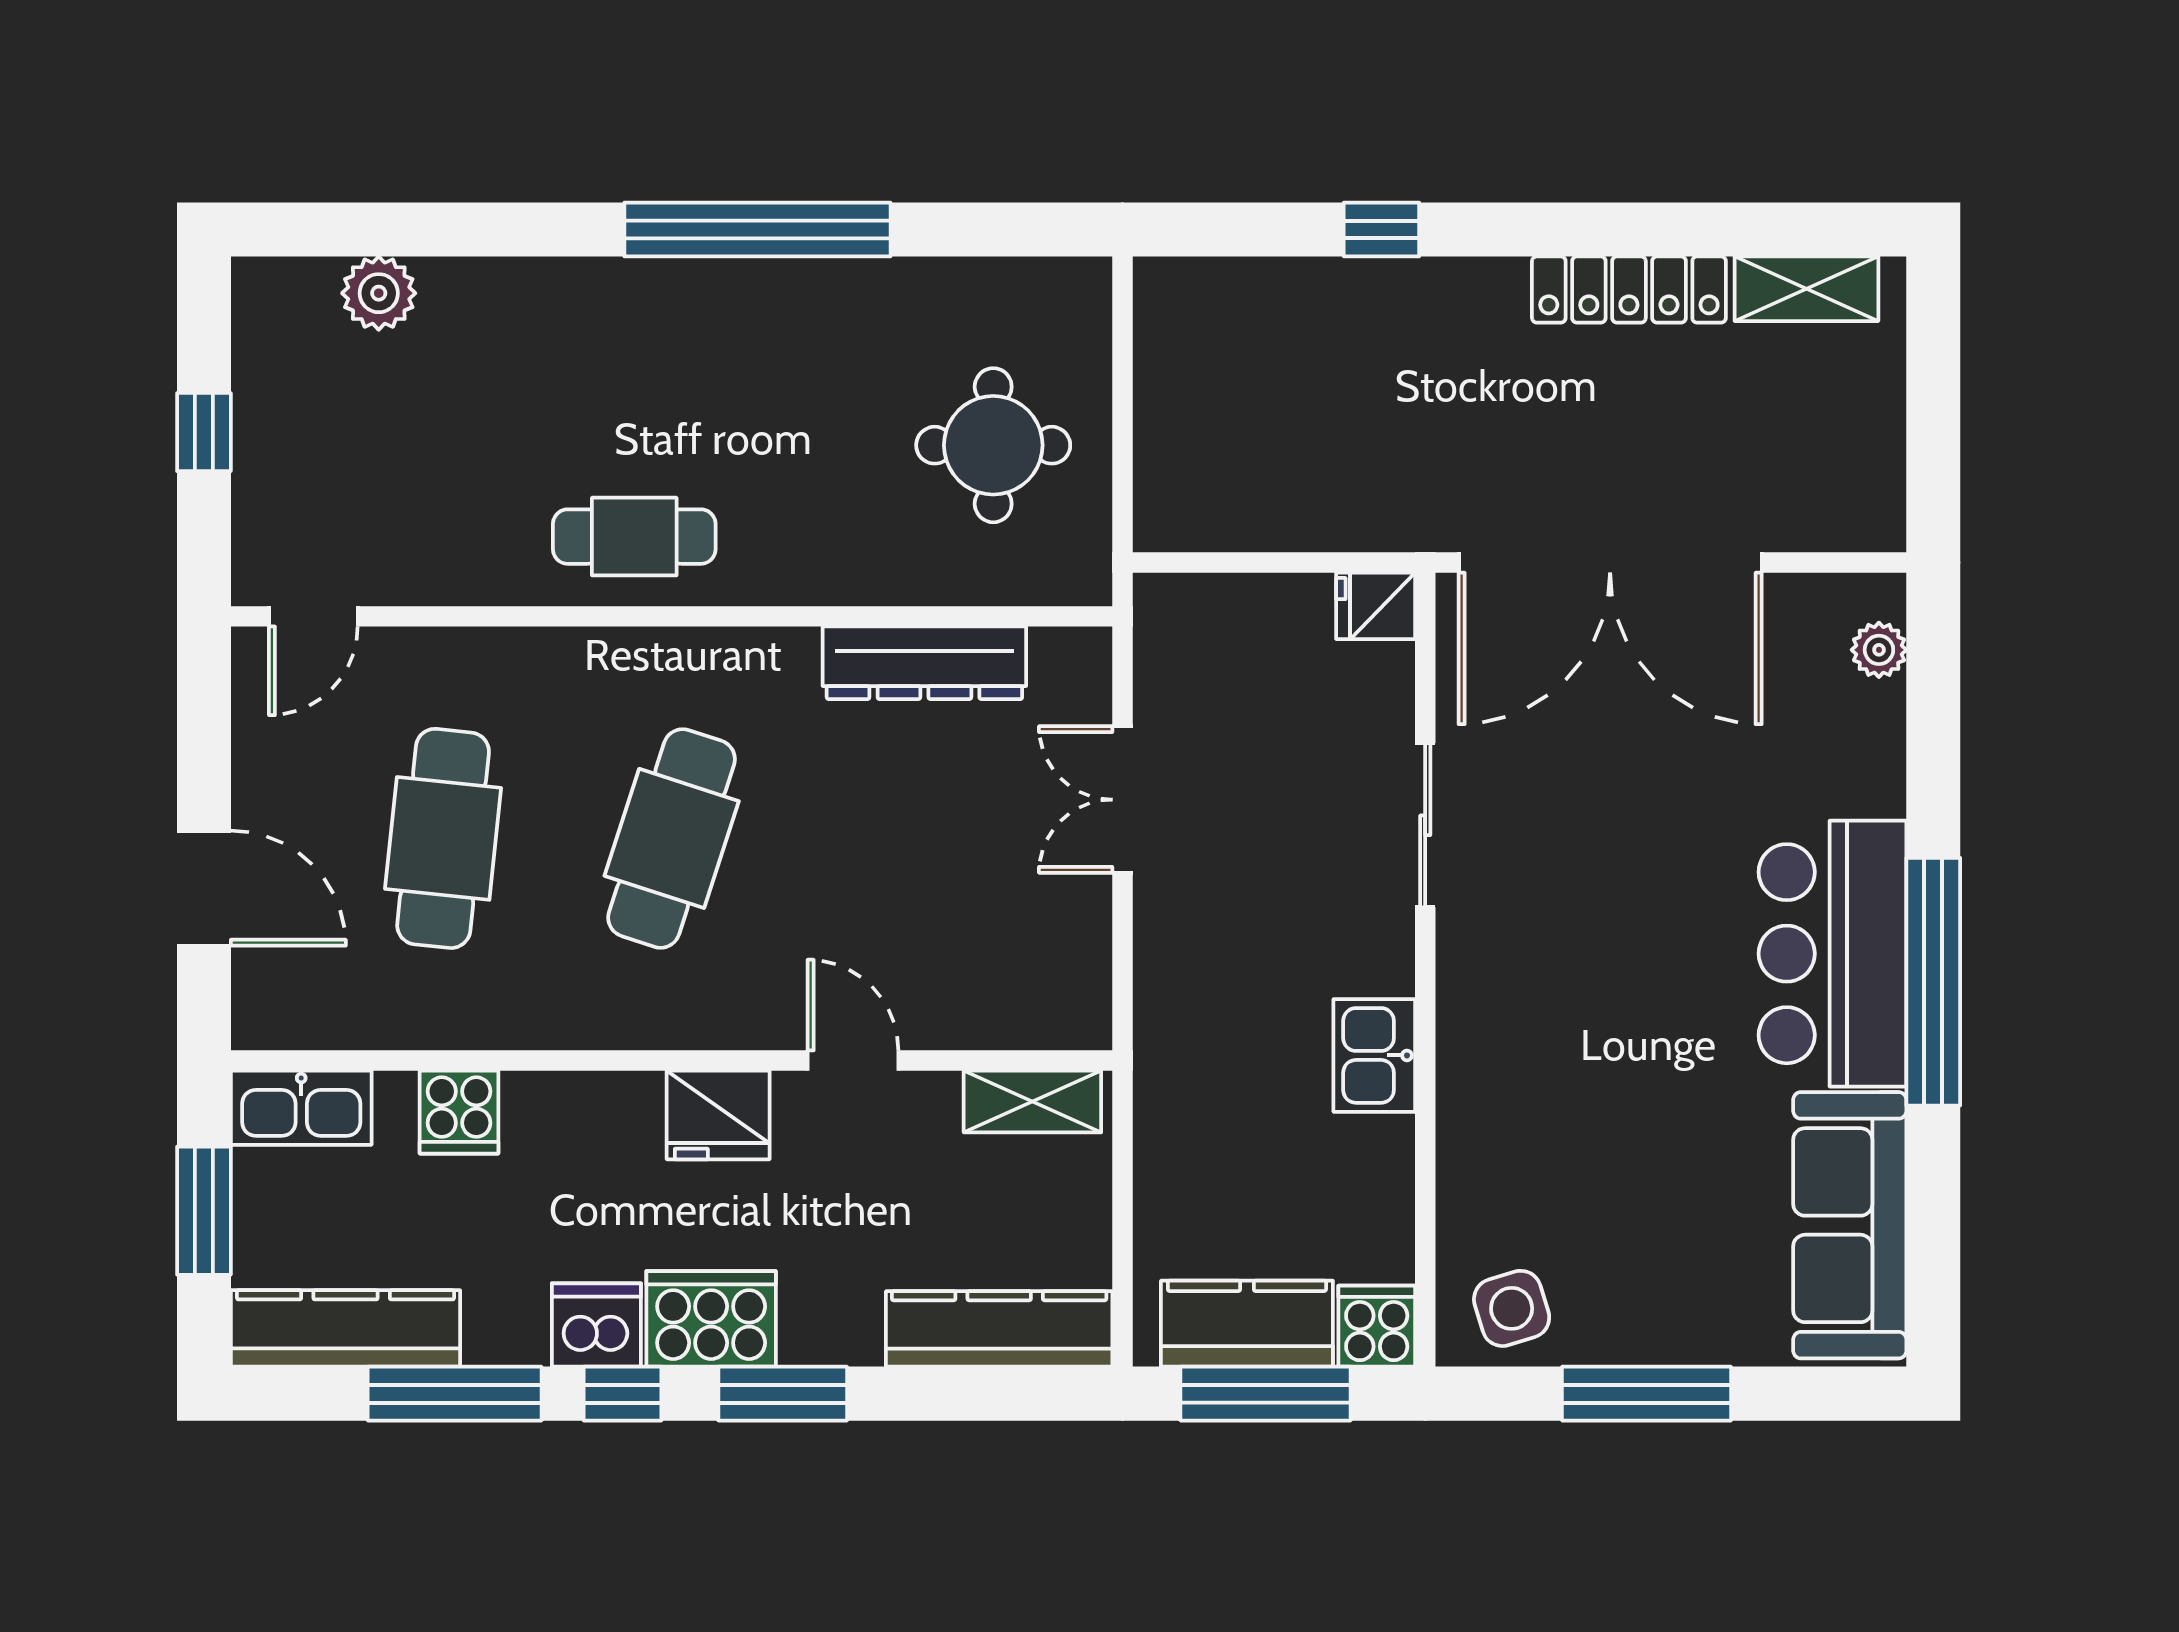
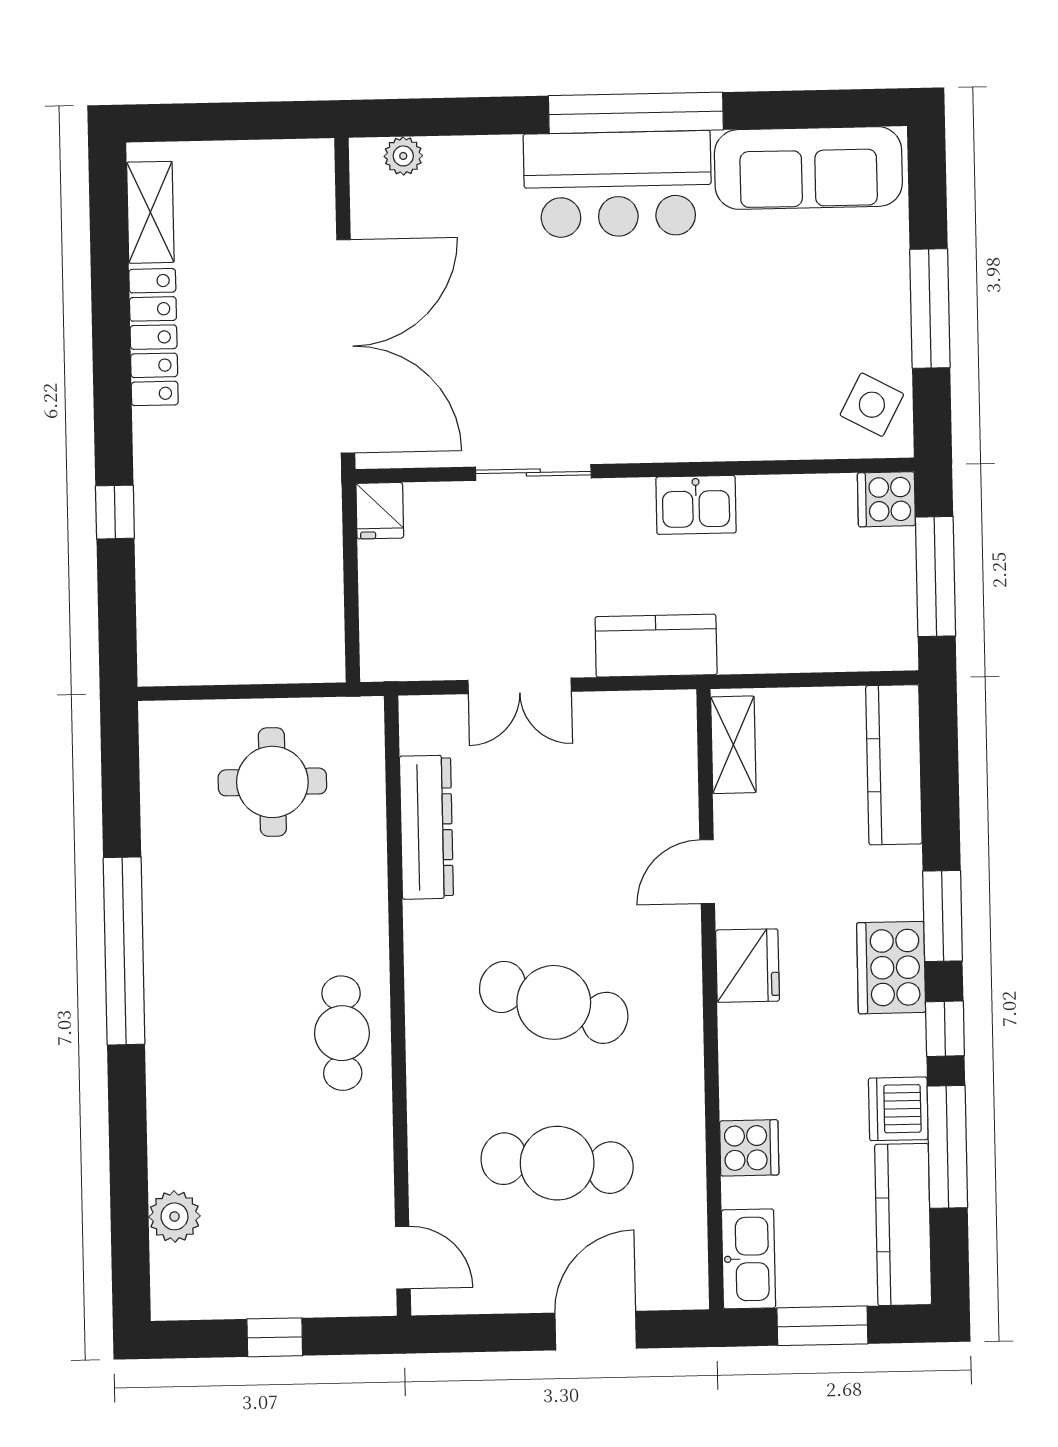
side table: (1512, 1308) -> (872, 405), turned 45
kitchen counter: (1247, 1324) -> (656, 646), moved, turned 90
dishwasher: (596, 1325) -> (898, 1109), moved

